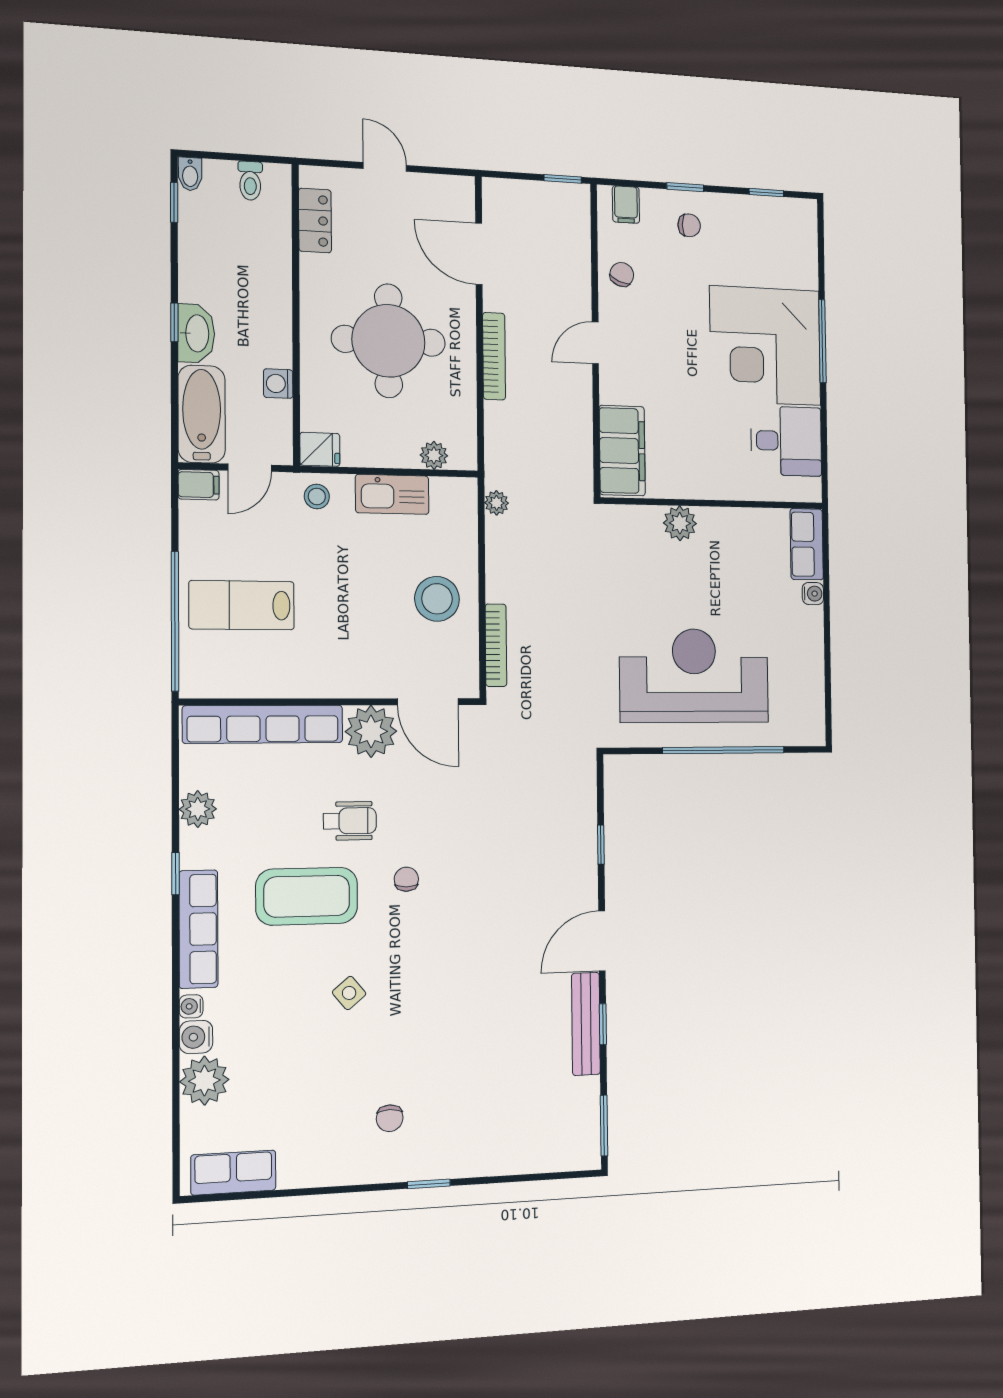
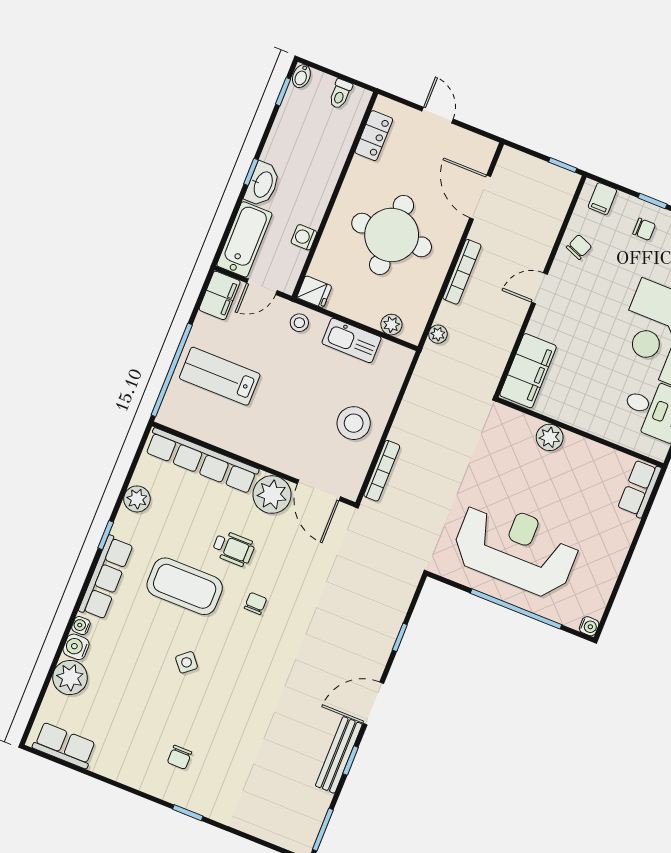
filing cabinet: (199, 485) -> (220, 295), width x2.00
plant: (497, 503) -> (438, 334), moved
water cooler: (813, 594) -> (589, 626), moved

